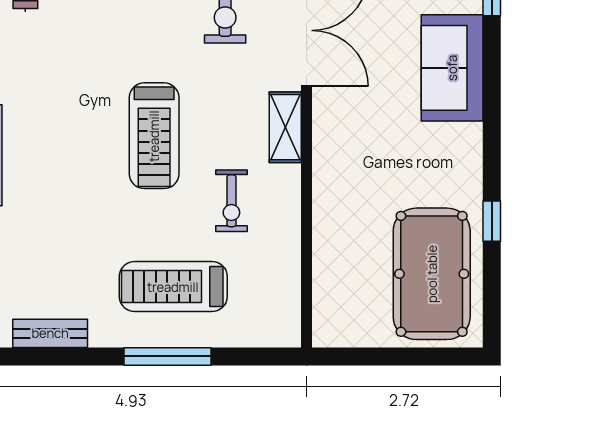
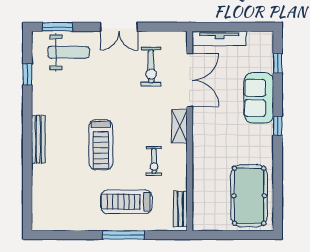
treadmill: (154, 136) -> (101, 145), moved
window: (492, 221) -> (278, 126), moved
bench: (50, 333) -> (180, 209), moved, turned 90

